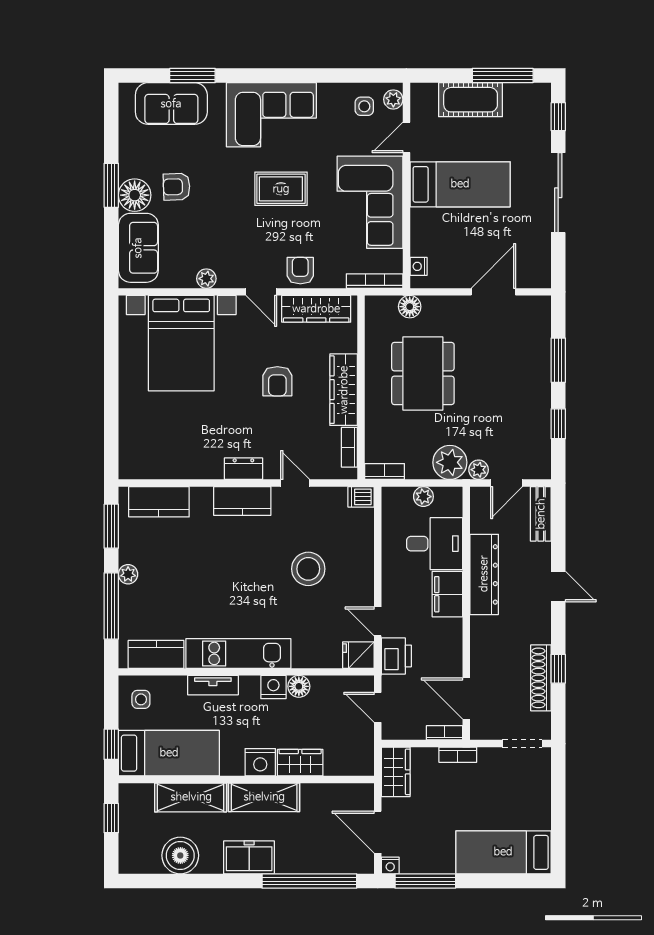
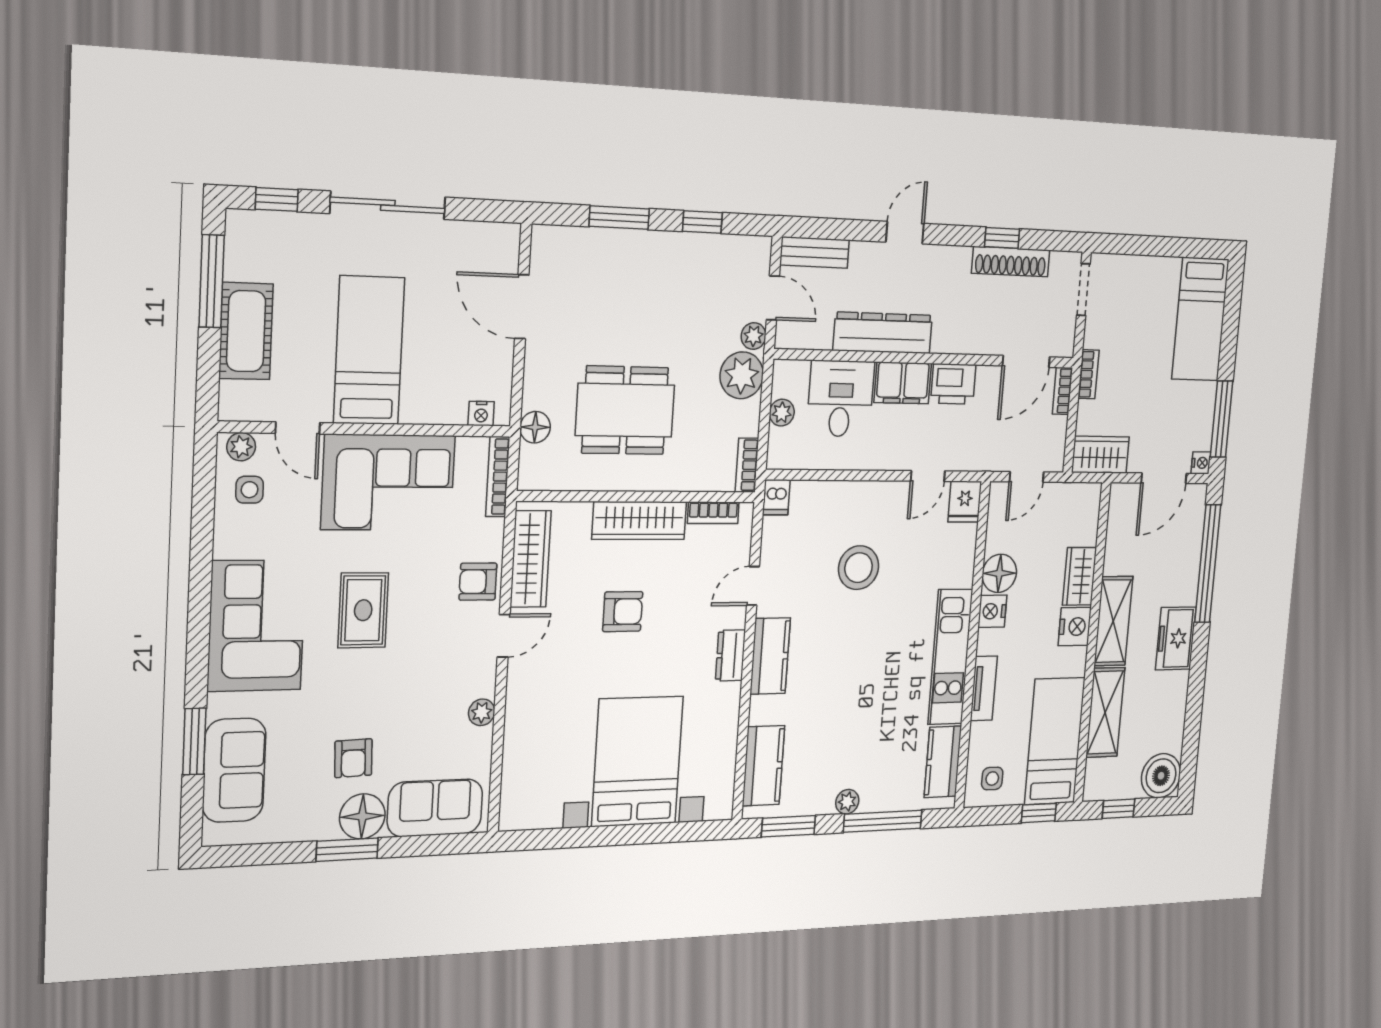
bed with nightstands: (181, 343) -> (637, 761), moved, turned -90
printer: (396, 656) -> (953, 384), moved, turned 180
floor lamp: (299, 686) -> (999, 573), width x1.38, depth x1.38
boiler: (180, 855) -> (1161, 776), moved

